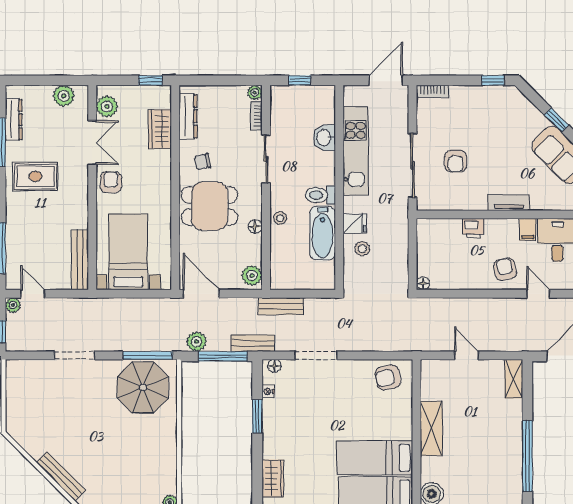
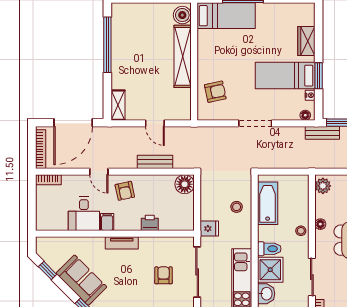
shower: (319, 168) -> (270, 270), added
fridge: (355, 223) -> (209, 229), moved, turned 180
bathtub: (323, 233) -> (268, 203), moved
floor lamp: (423, 283) -> (185, 184), width x1.89, depth x1.89
bench: (281, 306) -> (155, 162), moved
doorway: (316, 355) -> (255, 123), moved
armchair: (388, 377) -> (215, 92), moved
shelving: (431, 428) -> (183, 56), width x1.47
bed: (375, 458) -> (285, 76), moved, turned 180
wardrobe: (273, 478) -> (306, 41), moved

